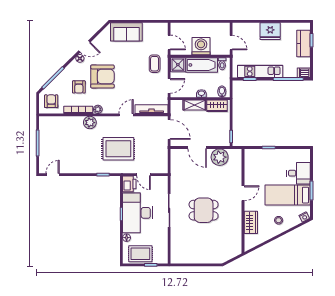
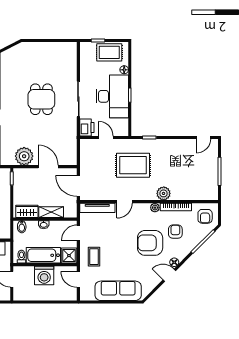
sofa: (126, 32) -> (118, 291), width x1.36
printer: (129, 184) -> (87, 127), moved, turned 180
dining table: (204, 210) -> (41, 99), turned 90

